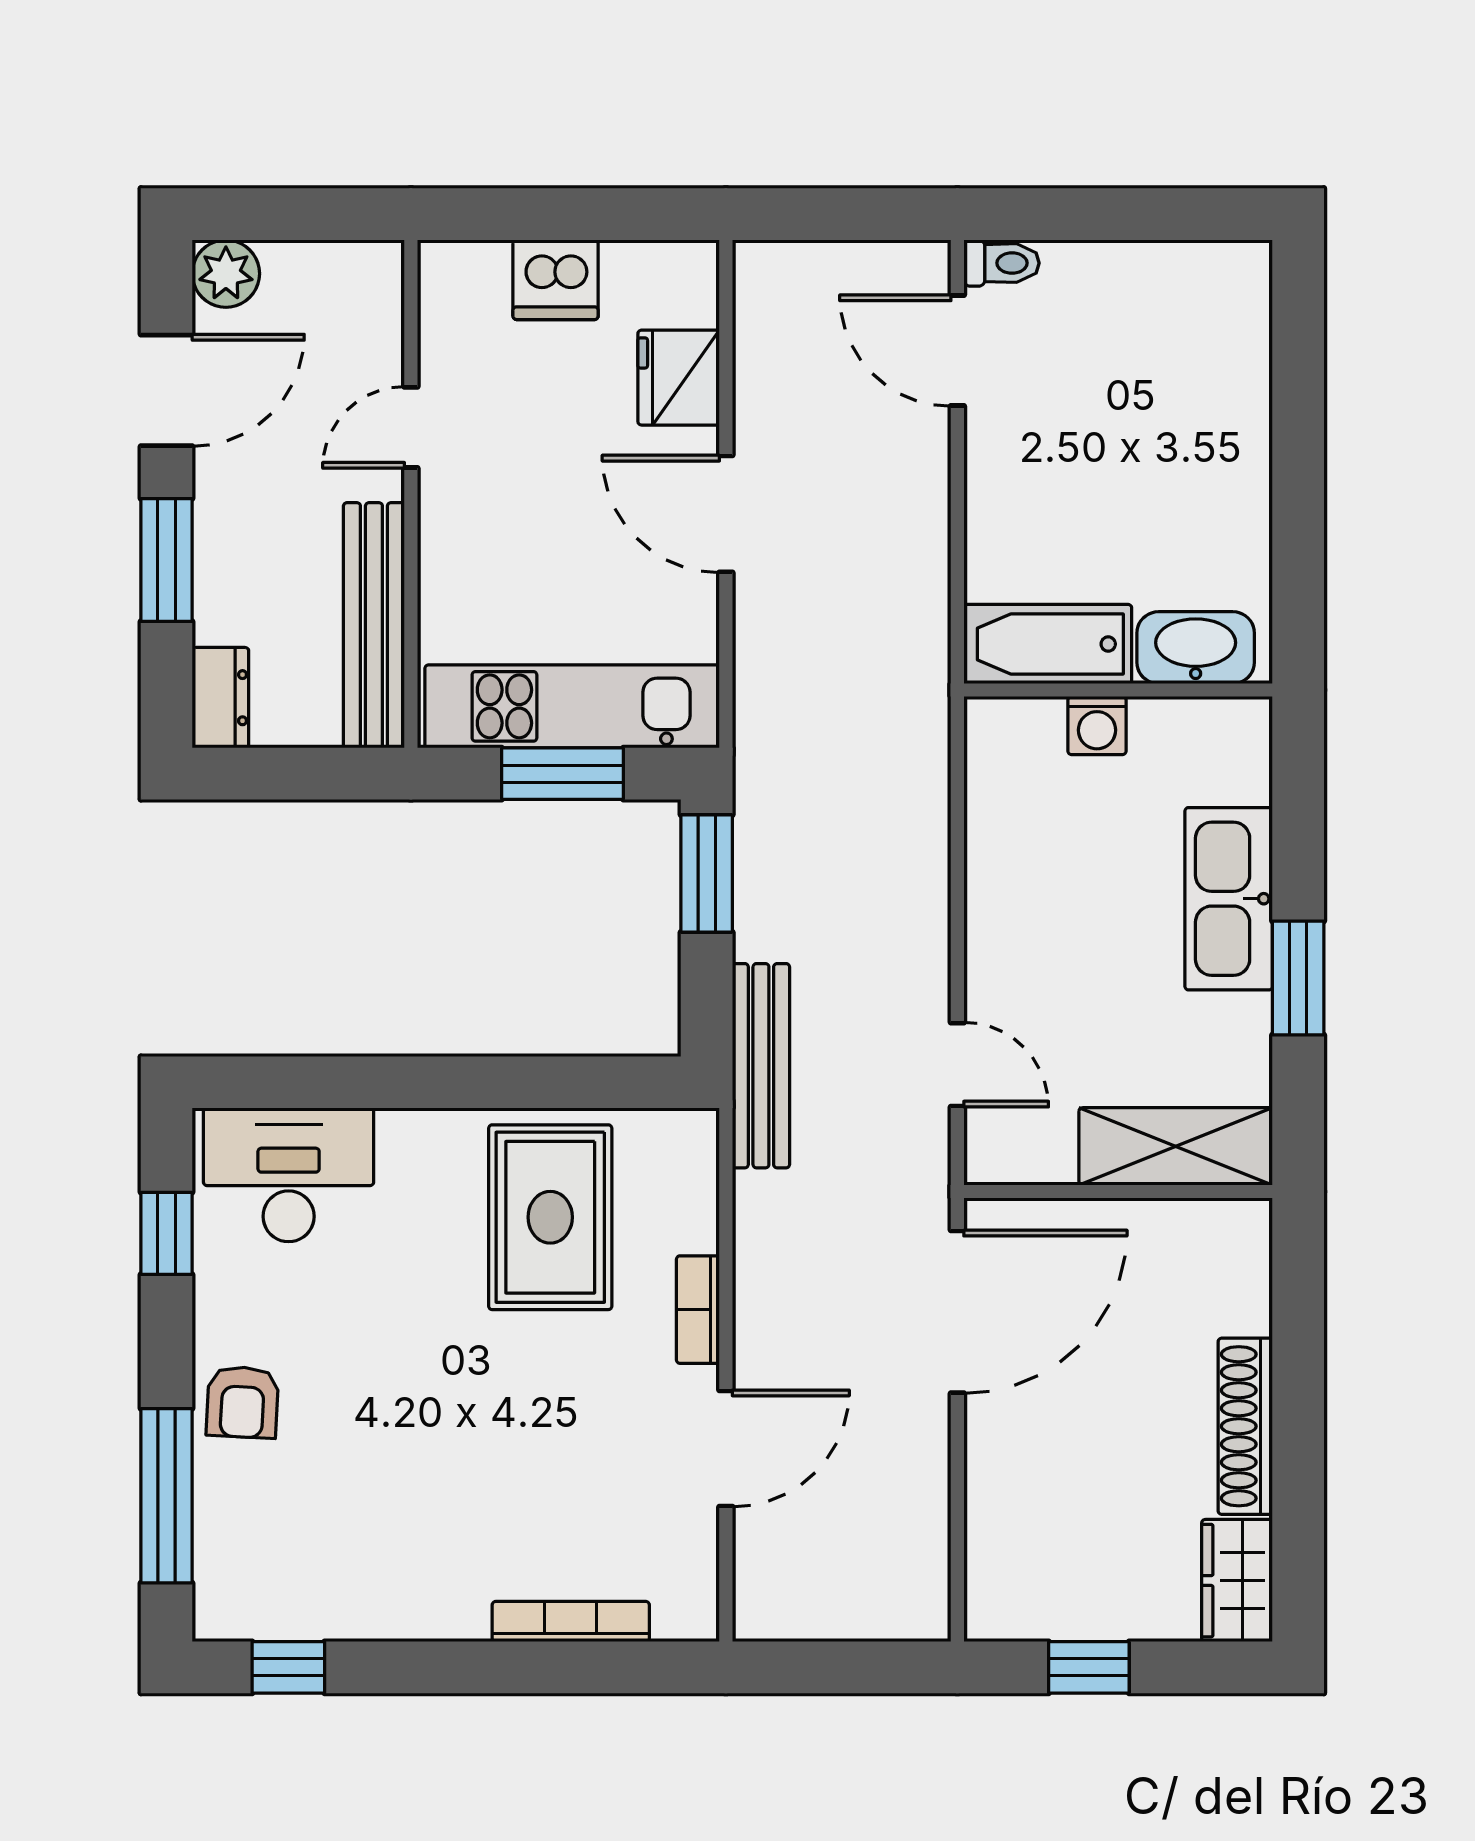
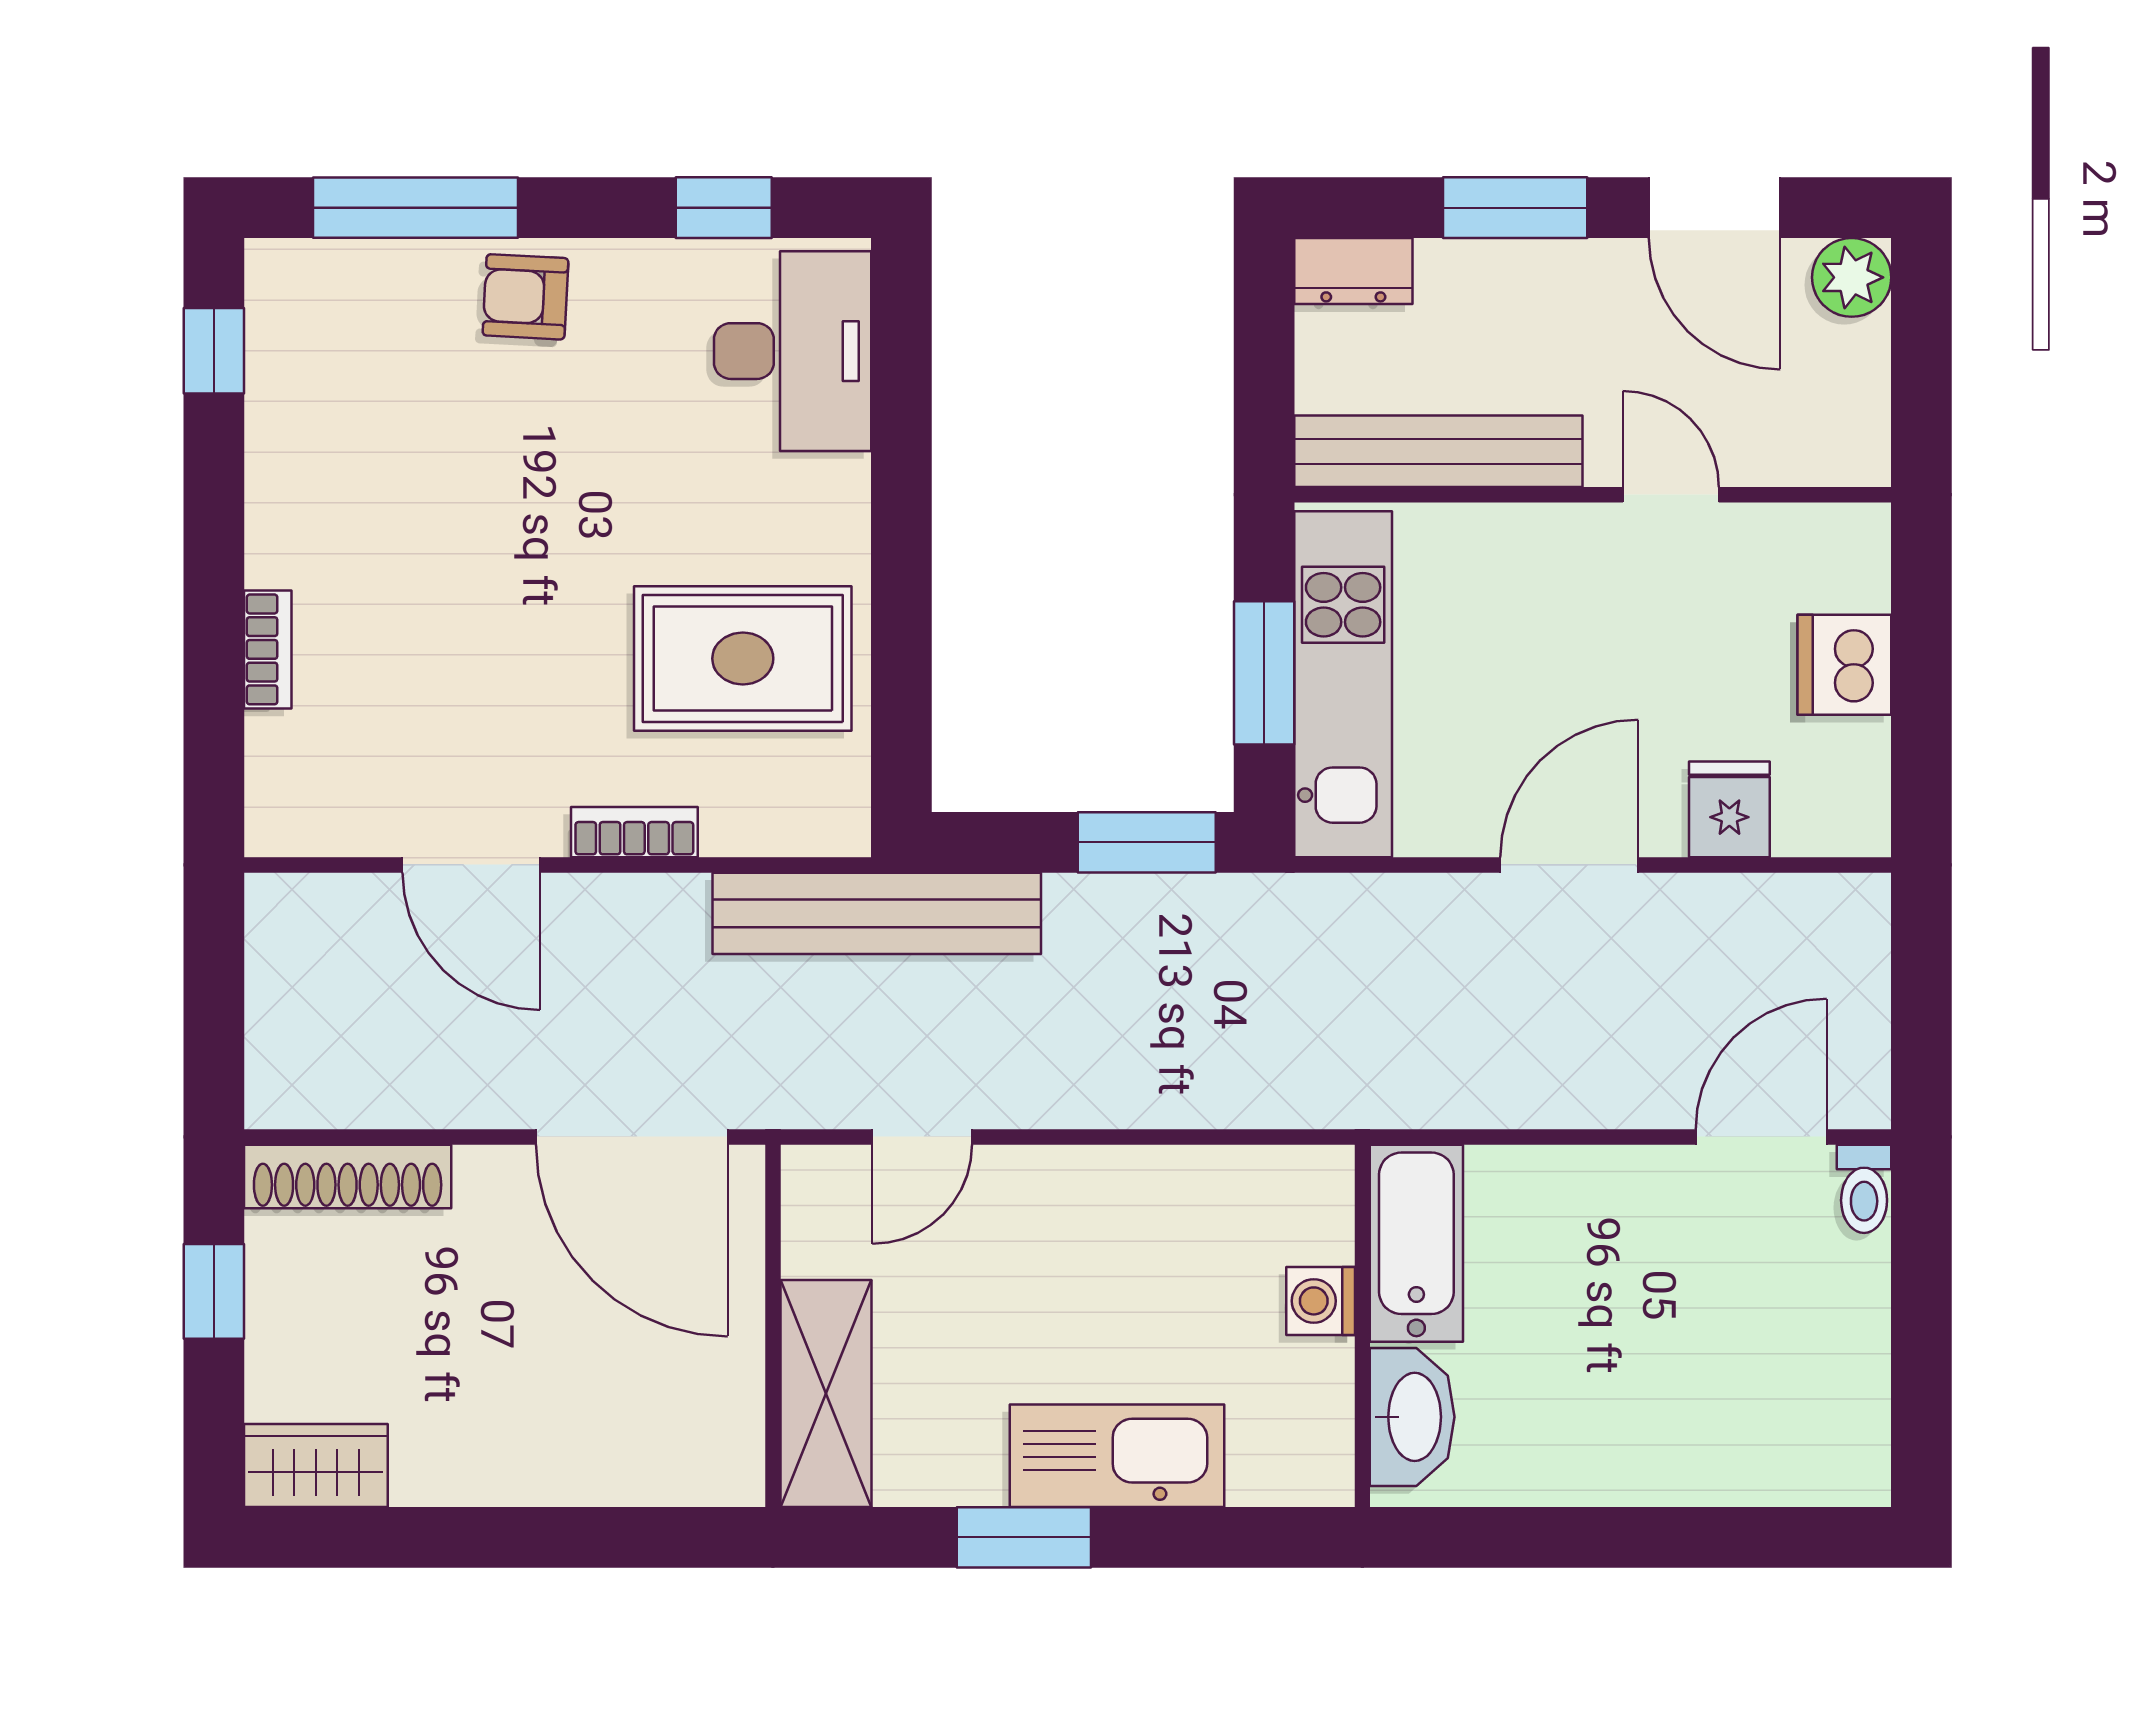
fridge: (679, 378) -> (1729, 809), width x0.72
bench: (761, 1066) -> (877, 913), width x1.37, depth x1.21
shoe rack: (1245, 1426) -> (348, 1176), moved, turned 180
bookcase: (571, 1622) -> (268, 649), width x0.64

